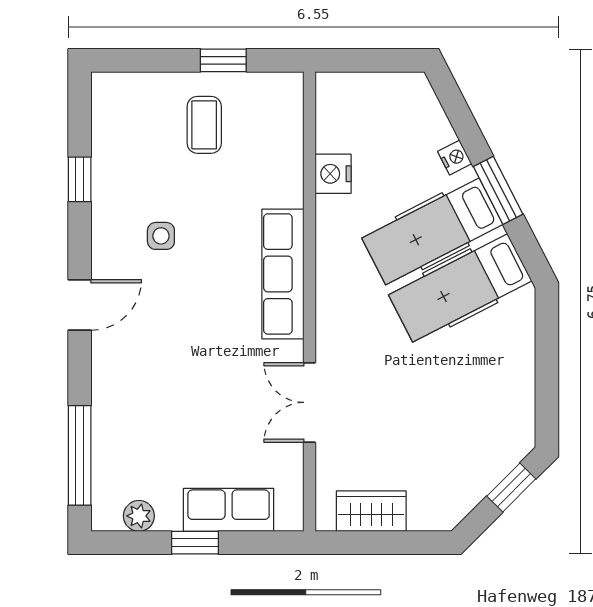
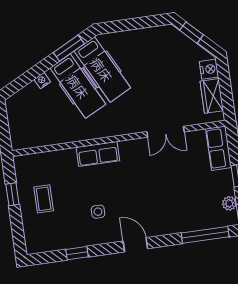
coffee table: (204, 125) -> (44, 199), turned 90
nightstand: (333, 174) -> (209, 69), moved, turned -90
window: (498, 190) -> (69, 48), moved
row of seats: (283, 274) -> (98, 154), width x0.68
row of seats: (229, 510) -> (219, 148), moved

